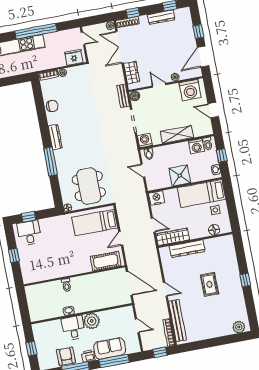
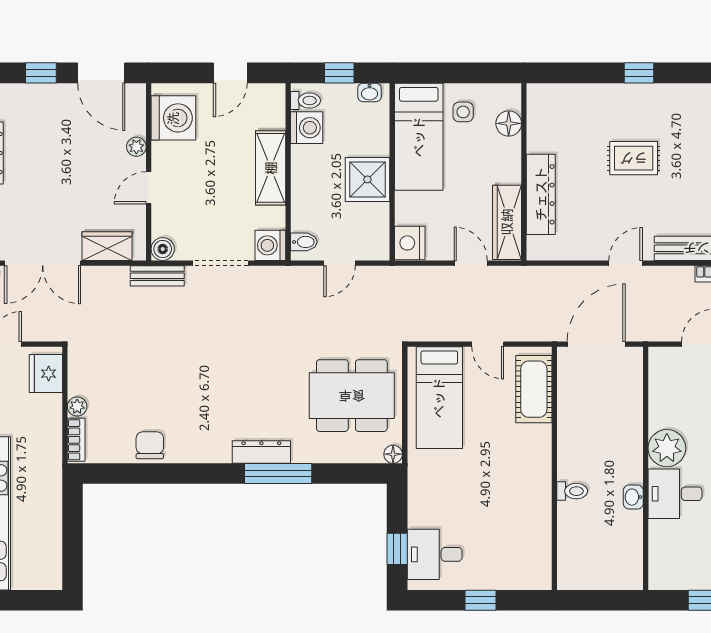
dresser: (55, 137) -> (261, 452), moved
door: (153, 225) -> (471, 263), hinge flipped

